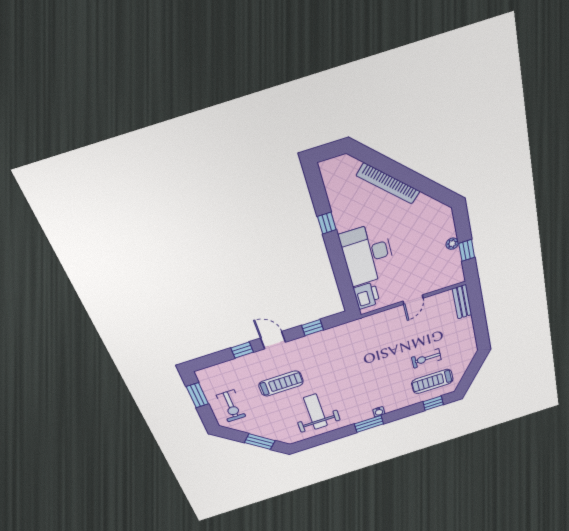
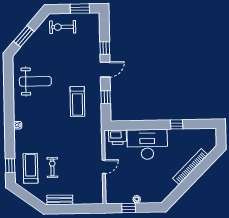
door: (413, 300) -> (104, 167), swing flipped
bench: (462, 302) -> (60, 200), moved
treadmill: (281, 384) -> (77, 101), moved
window: (369, 424) -> (9, 116), removed

